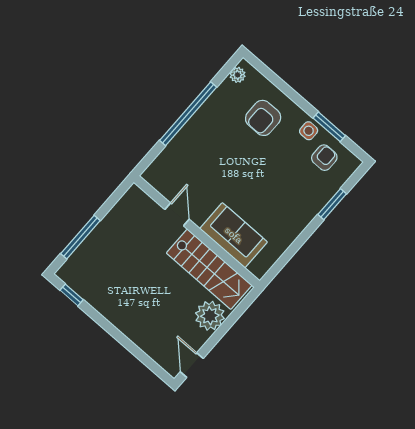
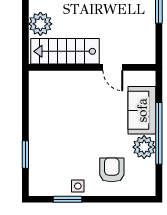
plant: (238, 75) -> (144, 147), moved, width x1.87, depth x1.87
armchair: (324, 158) -> (54, 178), removed
sofa: (234, 235) -> (142, 110), moved, turned 90

